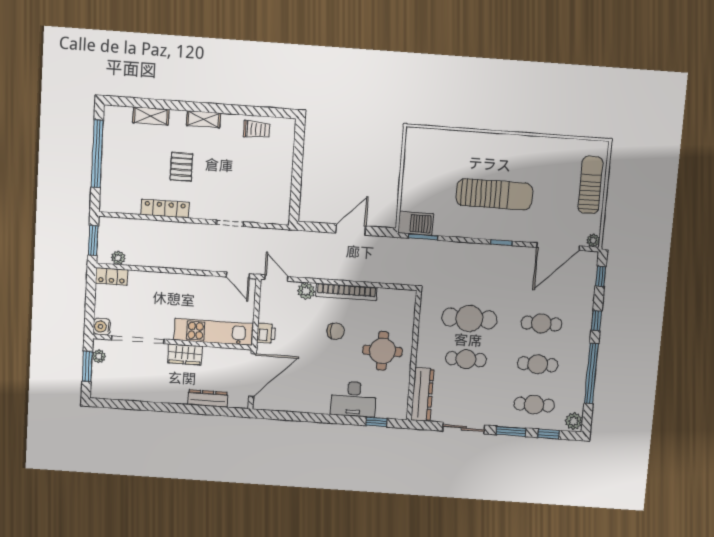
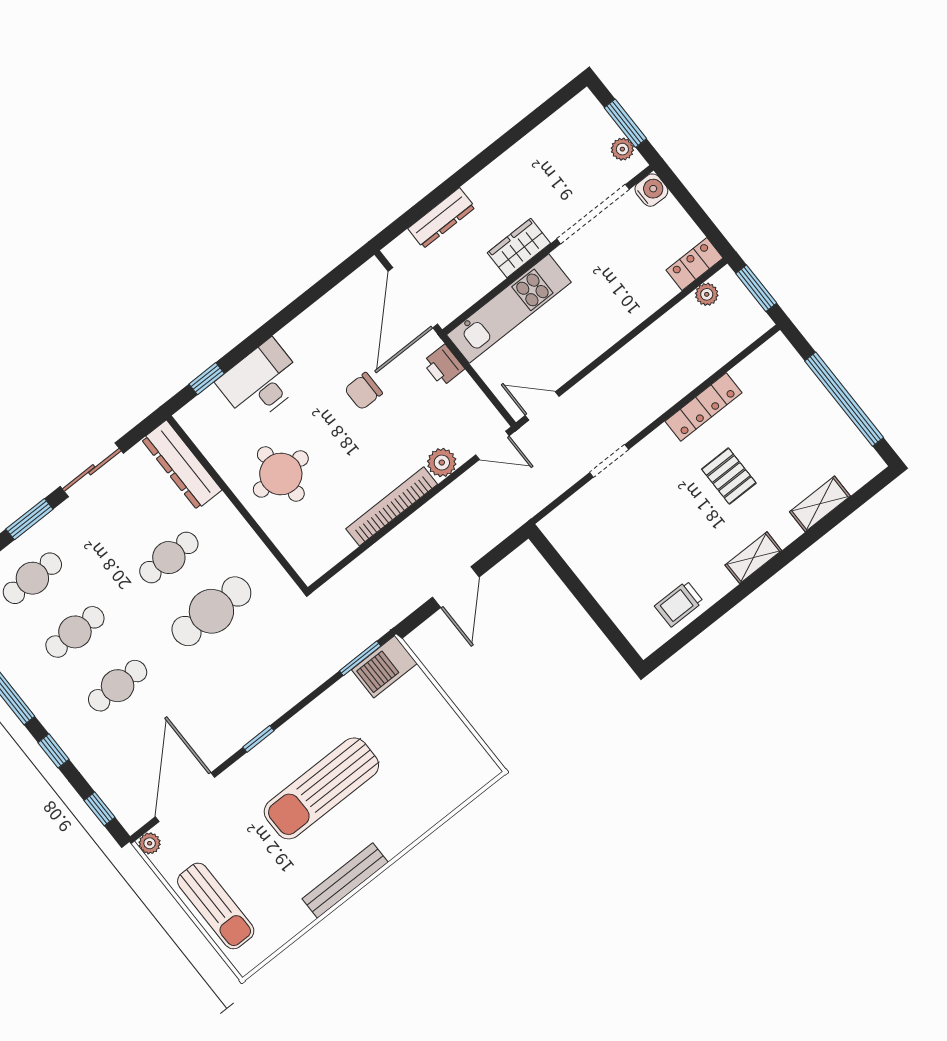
bench: (522, 143) -> (345, 880), added
chair: (336, 331) -> (363, 391), moved

